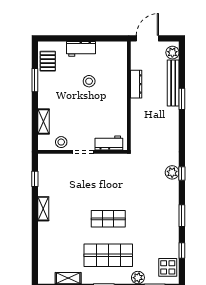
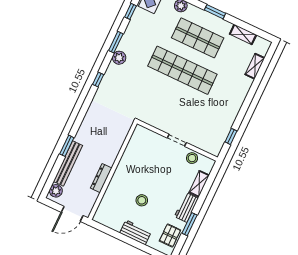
workbench: (109, 143) -> (186, 207), moved, turned 90
plant: (172, 172) -> (119, 58), moved
shelving: (43, 209) -> (255, 66), moved
shop shelf: (108, 219) -> (182, 70), width x2.00, depth x1.36

